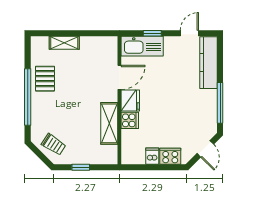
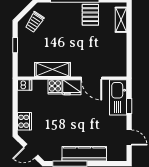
shelving: (64, 43) -> (121, 20), moved
kitchen counter: (208, 63) -> (84, 154), moved
pallet: (45, 79) -> (90, 15), turned 90
dishwasher: (152, 156) -> (25, 85), moved

